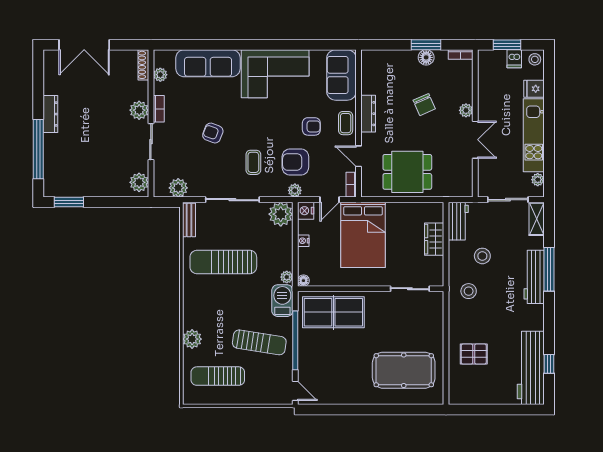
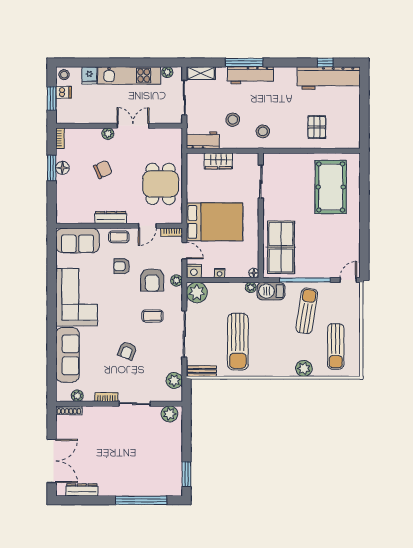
plant: (139, 110) -> (108, 414), removed
dresser: (50, 114) -> (82, 490), moved
armchair: (311, 126) -> (122, 266), turned -90

